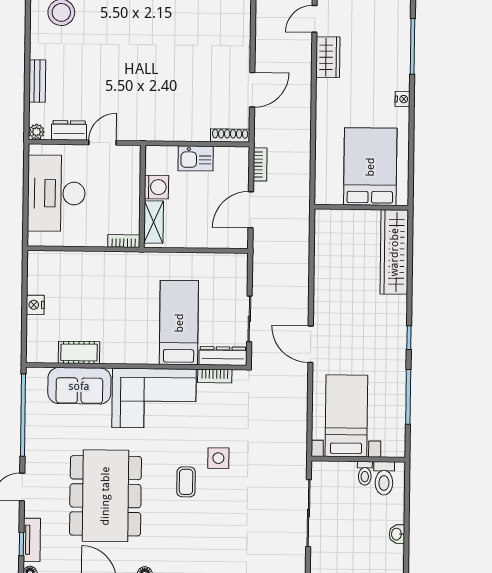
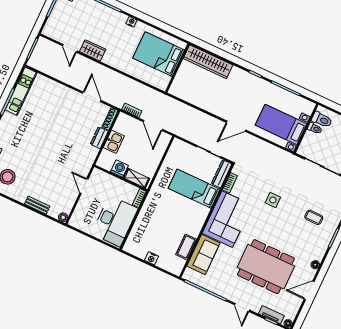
dresser: (69, 130) -> (99, 138), moved
desk: (56, 193) -> (115, 221), moved, turned -90
coffee table: (186, 482) -> (314, 217), moved

